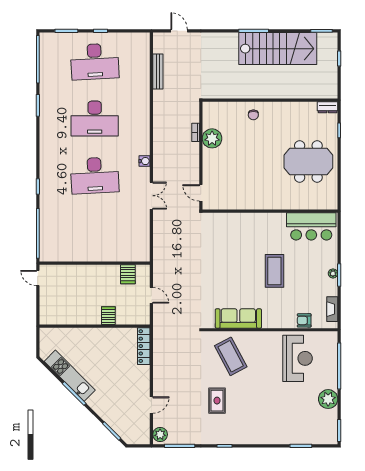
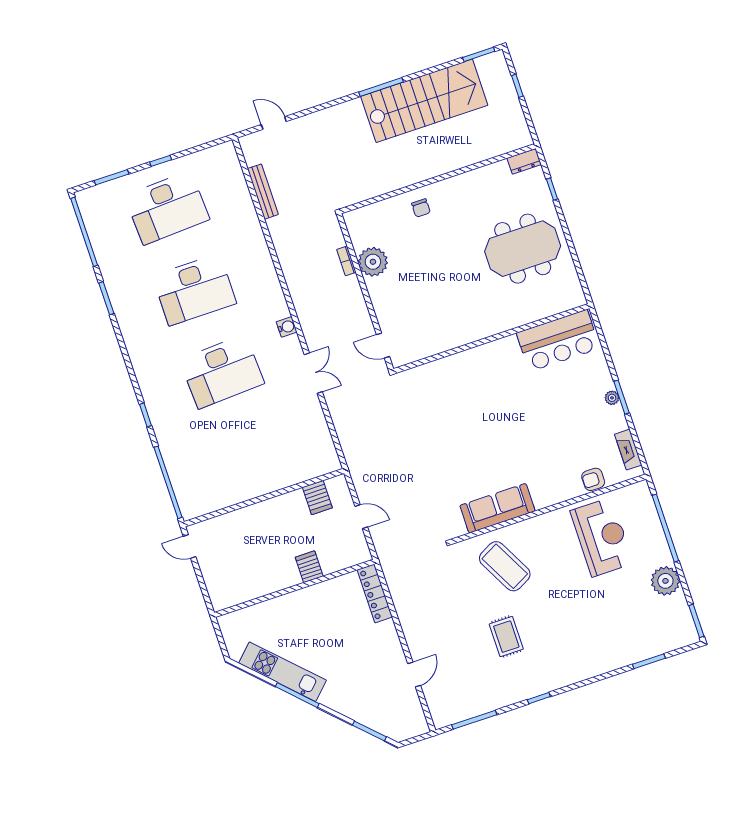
coffee table: (274, 271) -> (526, 422), removed
plant: (160, 434) -> (441, 713), removed

